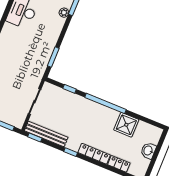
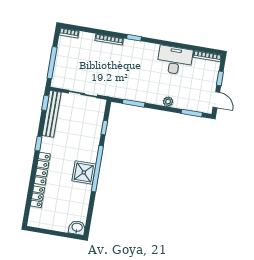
plant: (64, 13) -> (168, 102), moved
shower: (126, 125) -> (84, 172), moved
washbasin: (148, 151) -> (77, 228), moved

